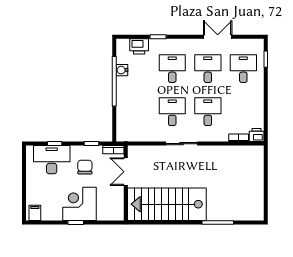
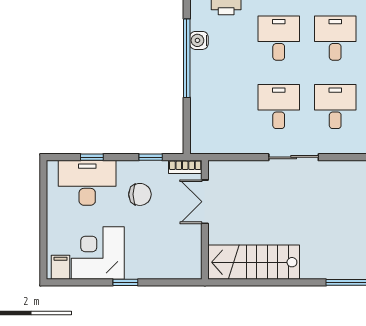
chair: (85, 167) -> (140, 194), turned 90
corner desk: (79, 204) -> (98, 253), moved
stairs: (167, 204) -> (254, 262), width x0.73, depth x0.66

